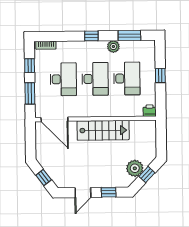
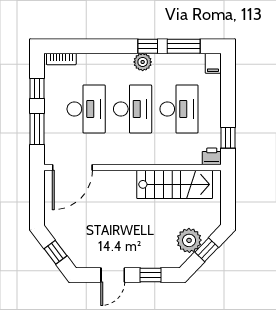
window: (91, 36) -> (148, 46), moved
plant: (113, 47) -> (143, 62), moved
filing cabinet: (150, 47) -> (213, 63), added
window: (160, 76) -> (228, 138), moved
door: (54, 119) -> (72, 168), hinge flipped
stairs: (103, 130) -> (175, 184), moved

